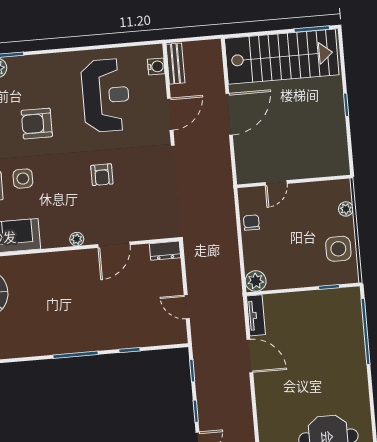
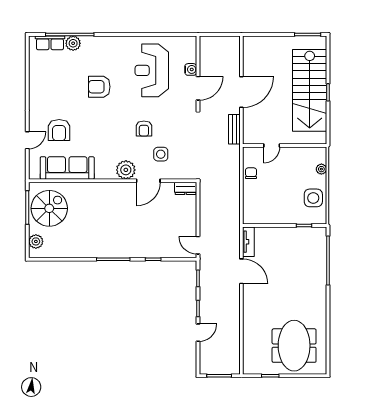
stairs: (282, 57) -> (310, 90), moved, turned 90
bench: (175, 64) -> (234, 129), moved
water cooler: (156, 66) -> (191, 69), moved
reception desk: (106, 95) -> (152, 70), turned 180
side table: (23, 179) -> (161, 154), moved
plant: (77, 239) -> (126, 170), width x1.88, depth x1.88
plant: (256, 281) -> (250, 216), removed
door: (187, 307) -> (198, 245), moved

